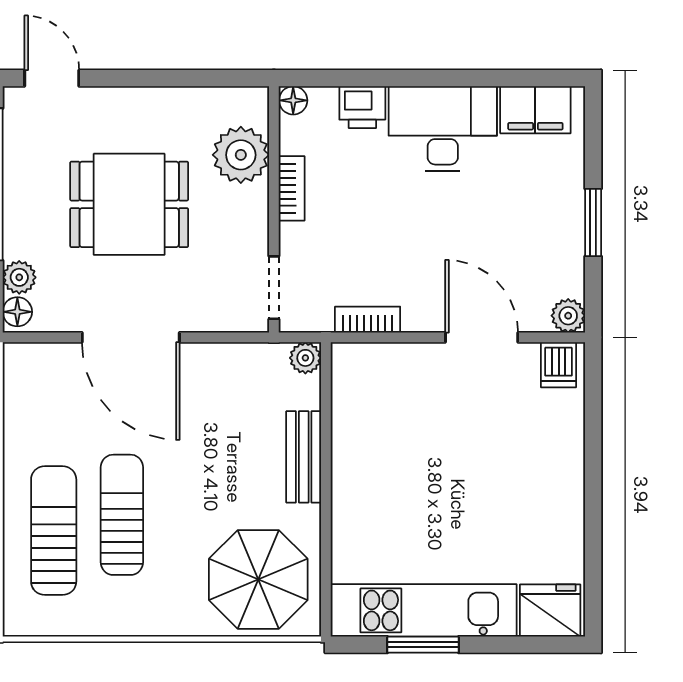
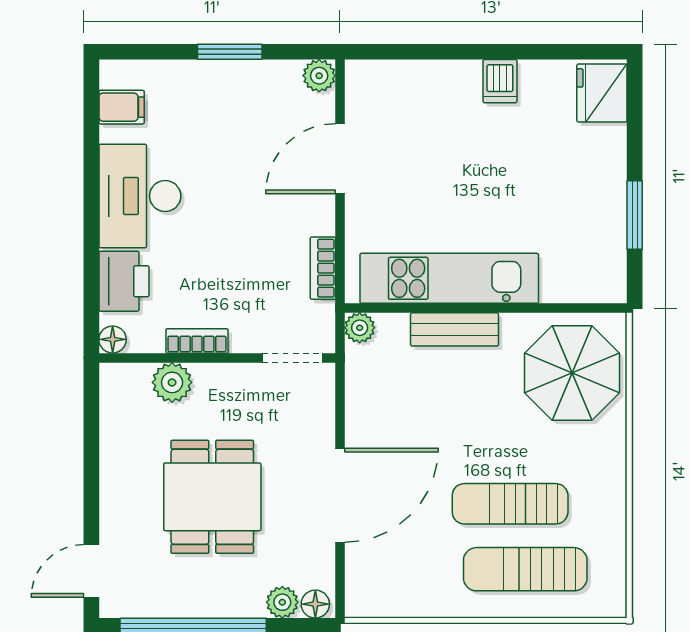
printer: (362, 107) -> (124, 281), width x1.36, depth x1.24
filing cabinet: (535, 110) -> (122, 107), width x0.50
plant: (241, 155) -> (172, 382), width x0.73, depth x0.73
dishwasher: (559, 365) -> (500, 81), moved, turned 90
kitchen unit: (424, 610) -> (449, 278), moved, turned 90

